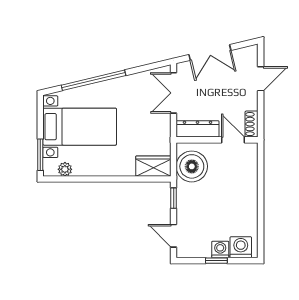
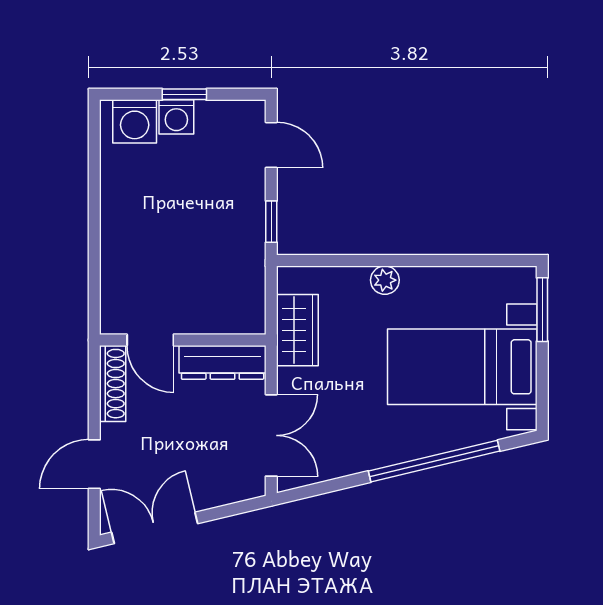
double door: (210, 52) -> (155, 528), moved
shoe rack: (252, 124) -> (113, 384), width x1.43
wardrobe: (153, 166) -> (297, 330), moved, turned -90
boiler: (192, 166) -> (234, 286), removed
plant: (65, 169) -> (385, 280), moved

